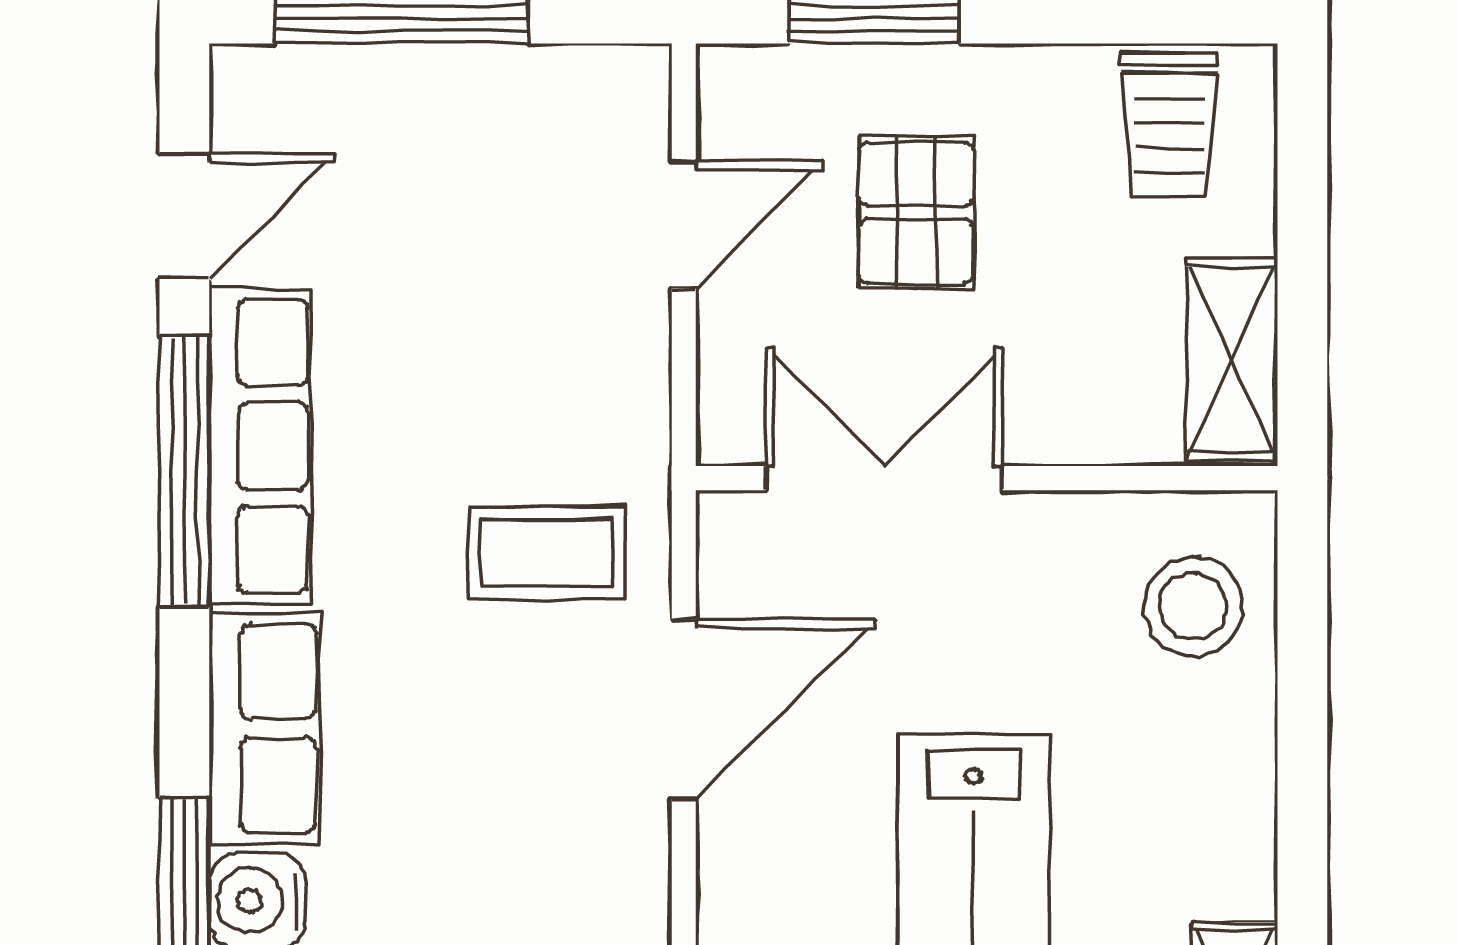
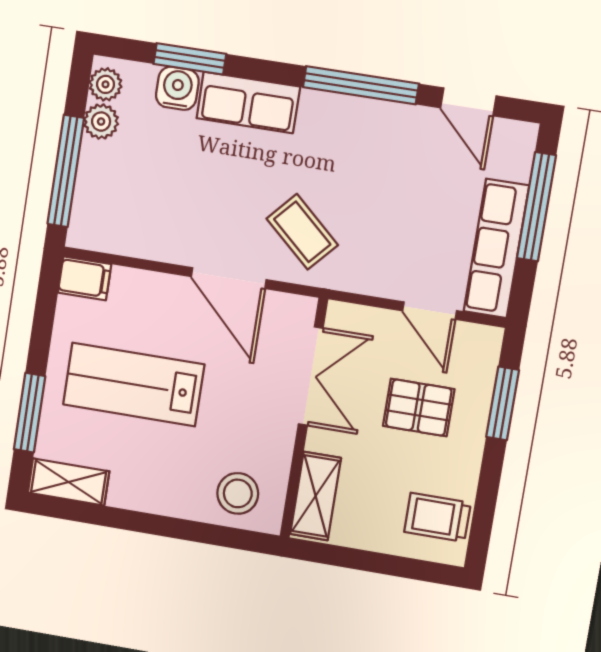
shelving: (1232, 360) -> (316, 496), moved, turned 90
row of seats: (260, 446) -> (496, 248), moved, turned 90
coffee table: (547, 553) -> (302, 232), turned -48

